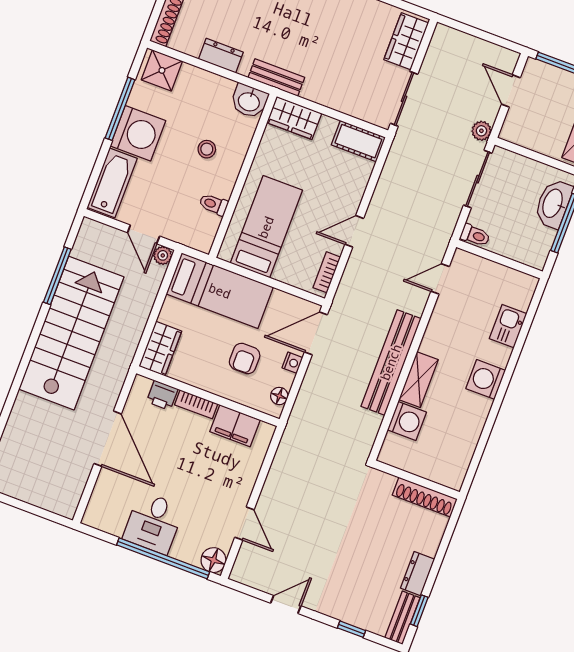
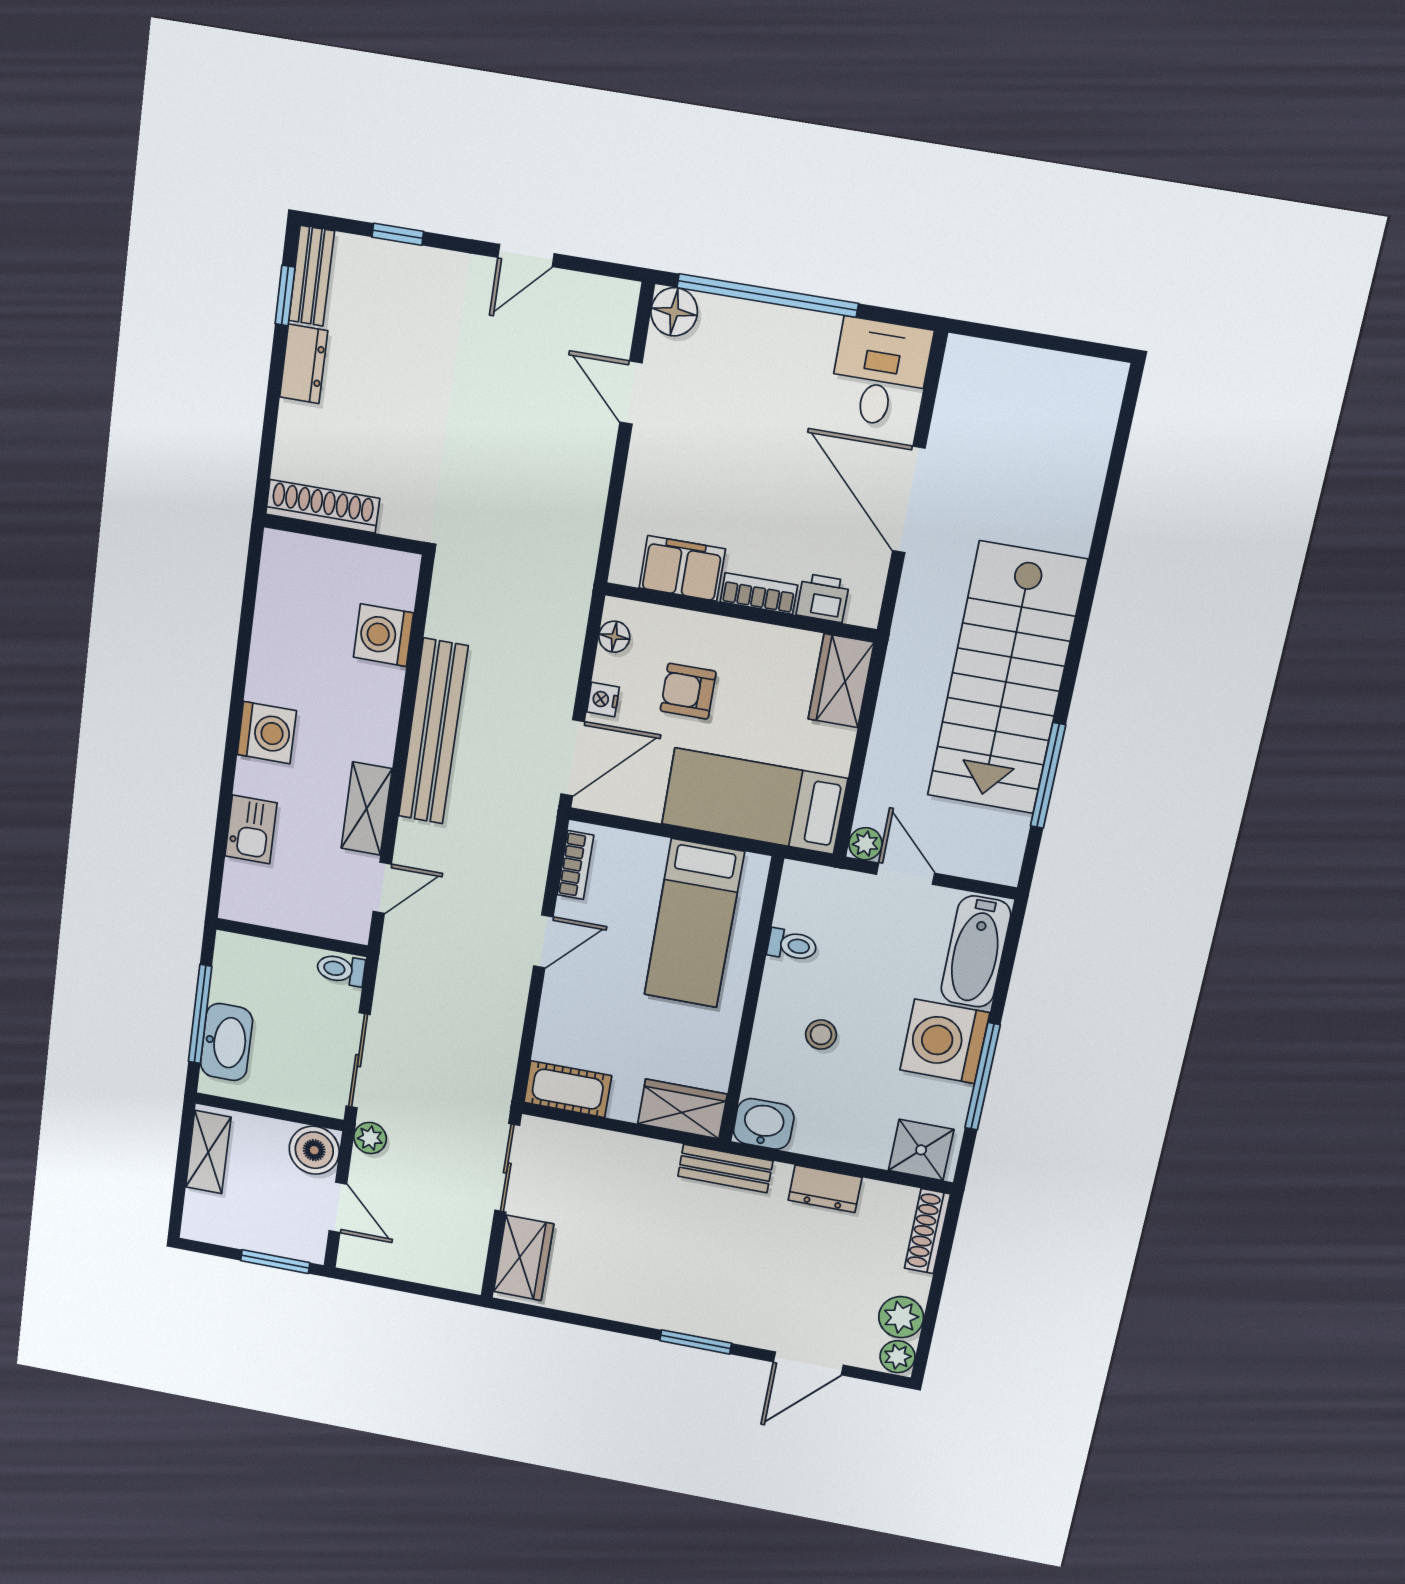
boiler: (517, 129) -> (314, 1150), added
armchair: (245, 359) -> (688, 691), turned -90
shelving: (418, 380) -> (367, 809), moved
desk: (153, 523) -> (880, 373), moved

